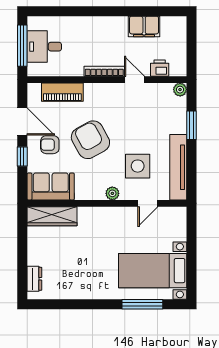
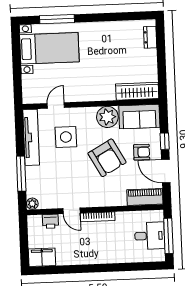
filing cabinet: (144, 27) -> (42, 257), moved
piano: (62, 92) -> (145, 197), moved
window: (192, 125) -> (21, 174), width x1.44
plant: (112, 193) -> (107, 117), moved, width x1.88, depth x1.88

